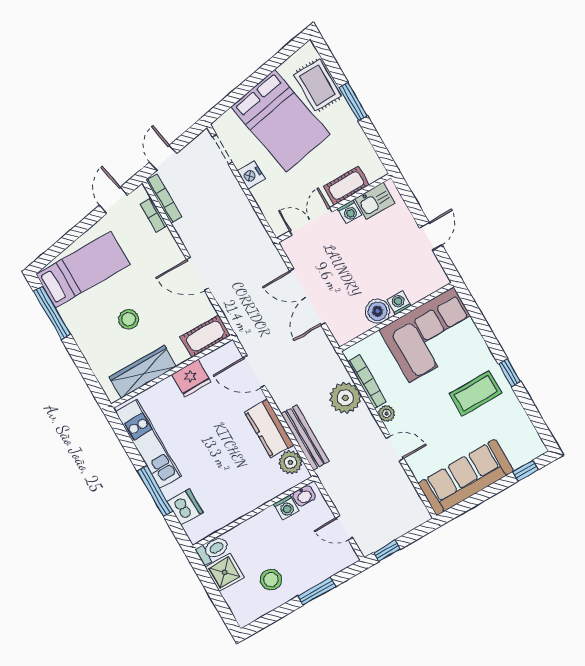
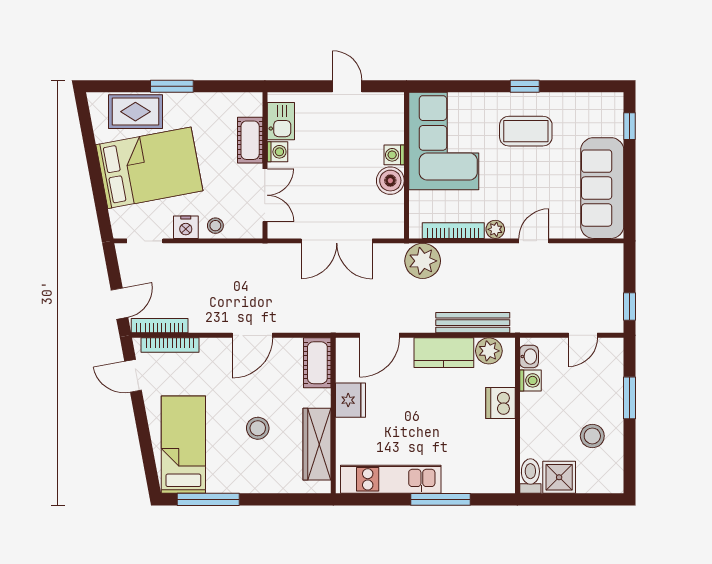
door: (163, 158) -> (120, 304), swing flipped
stool: (265, 197) -> (215, 226), added
bookcase: (154, 215) -> (170, 345), width x1.56
double door: (311, 221) -> (265, 195), swing flipped
coffee table: (476, 393) -> (526, 131), turned 90
plant: (345, 398) -> (423, 261), moved
dishwasher: (185, 507) -> (501, 403), moved, turned -90

